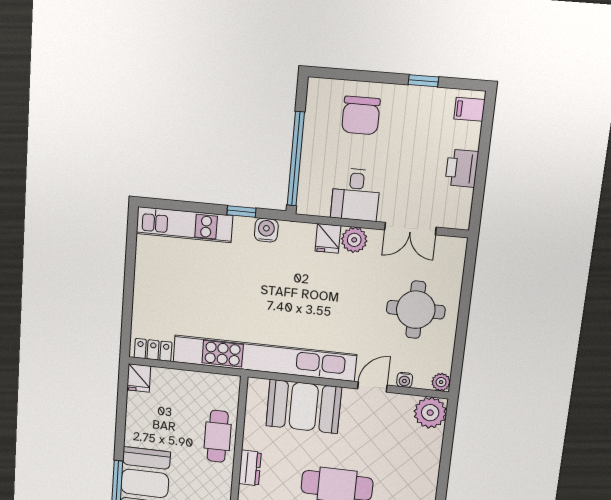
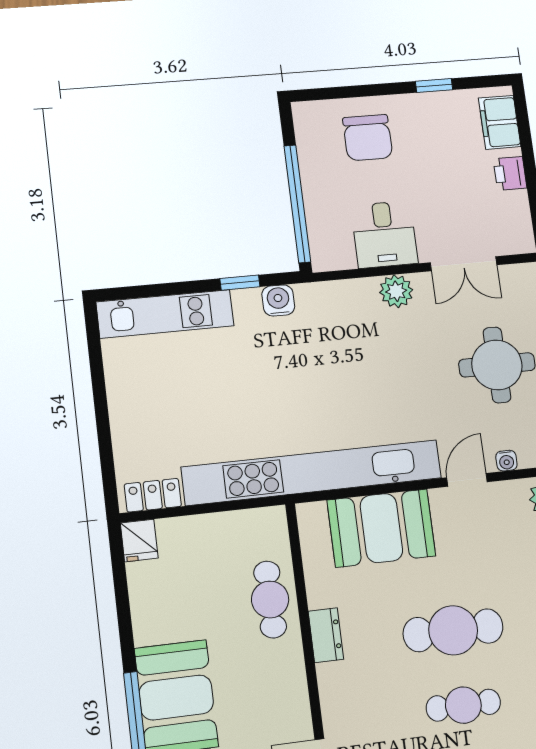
filing cabinet: (469, 109) -> (500, 122), width x2.00
printer: (462, 168) -> (510, 173), width x0.73, depth x0.81
fridge: (328, 238) -> (362, 296), removed

